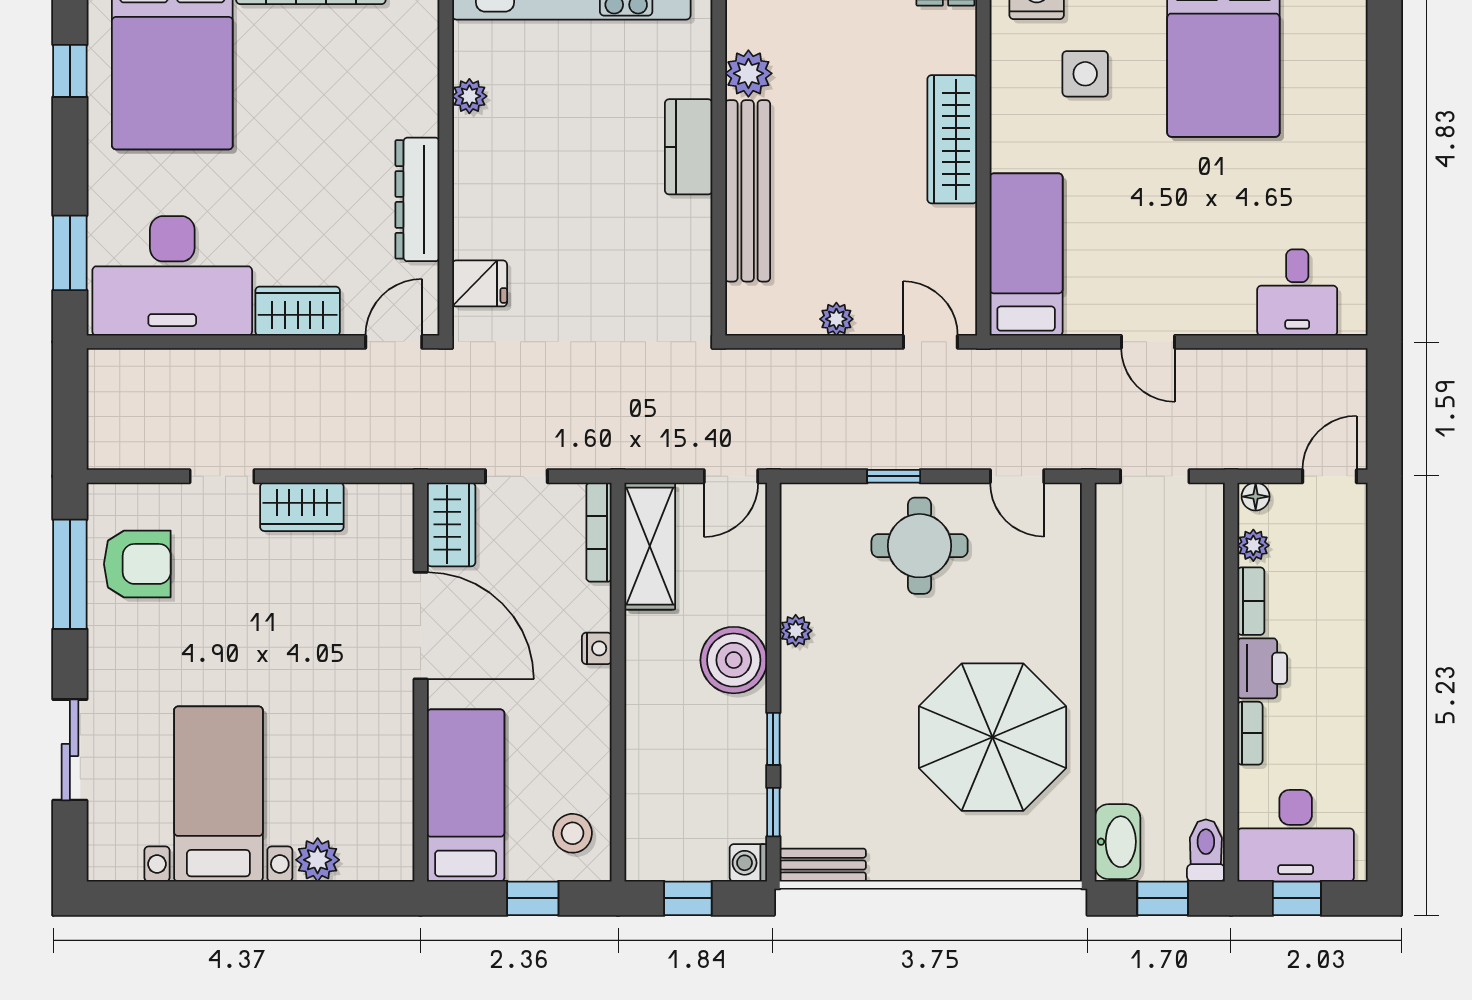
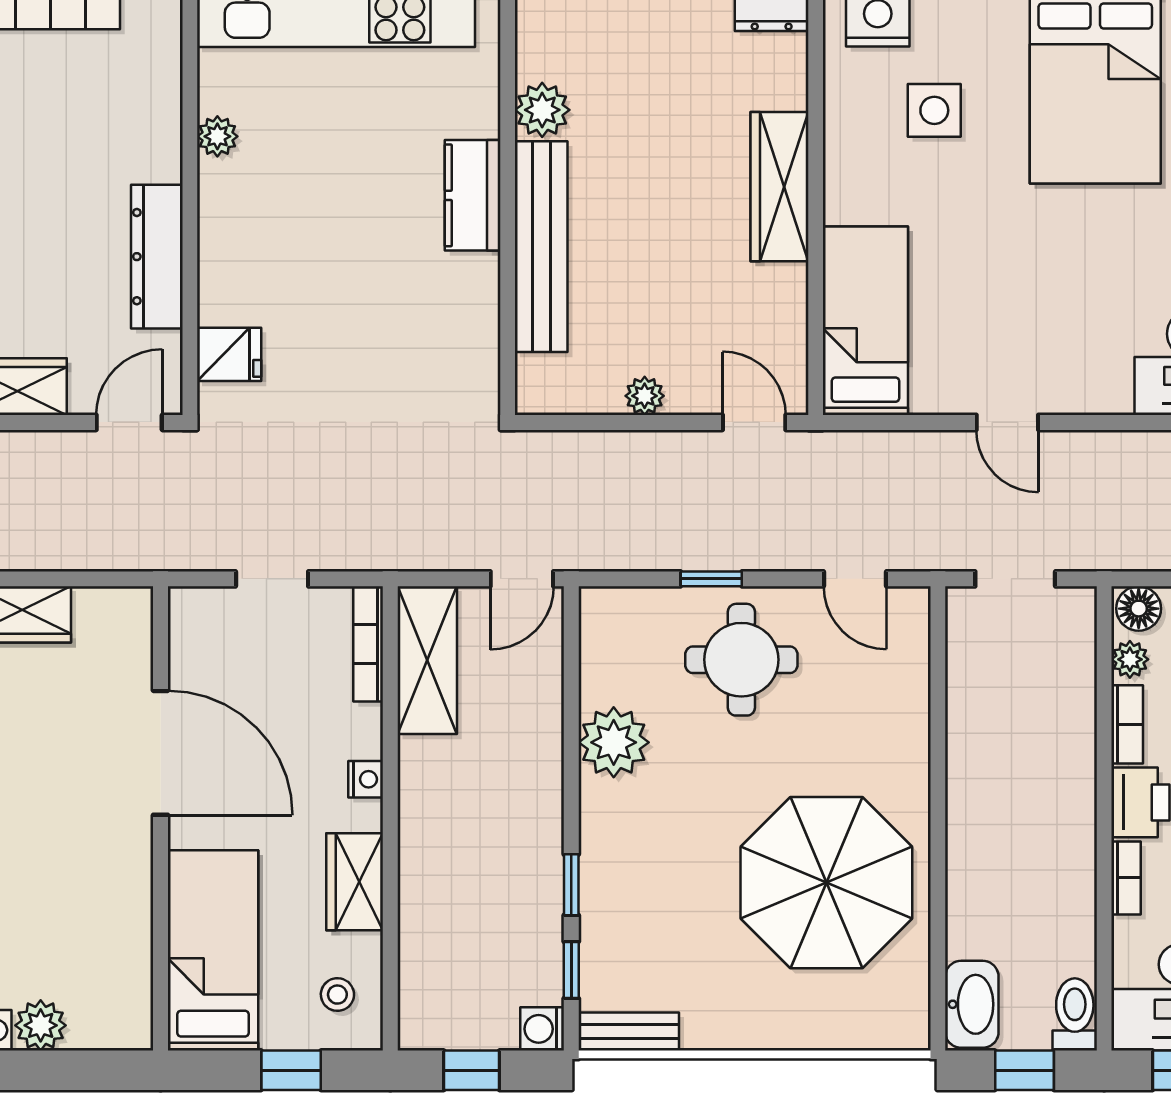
floor lamp: (1256, 497) -> (1139, 609), width x1.37, depth x1.37
wardrobe: (451, 524) -> (355, 882), moved, turned 180
plant: (796, 631) -> (614, 742), width x1.88, depth x1.88
boiler: (734, 660) -> (525, 793), removed
stool: (573, 833) -> (337, 995), width x0.73, depth x0.73

